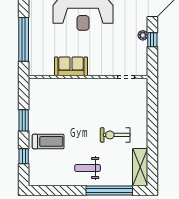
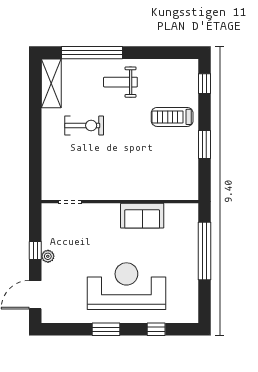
window: (24, 156) -> (204, 84), moved
weight bench: (88, 168) -> (120, 82), turned 180

